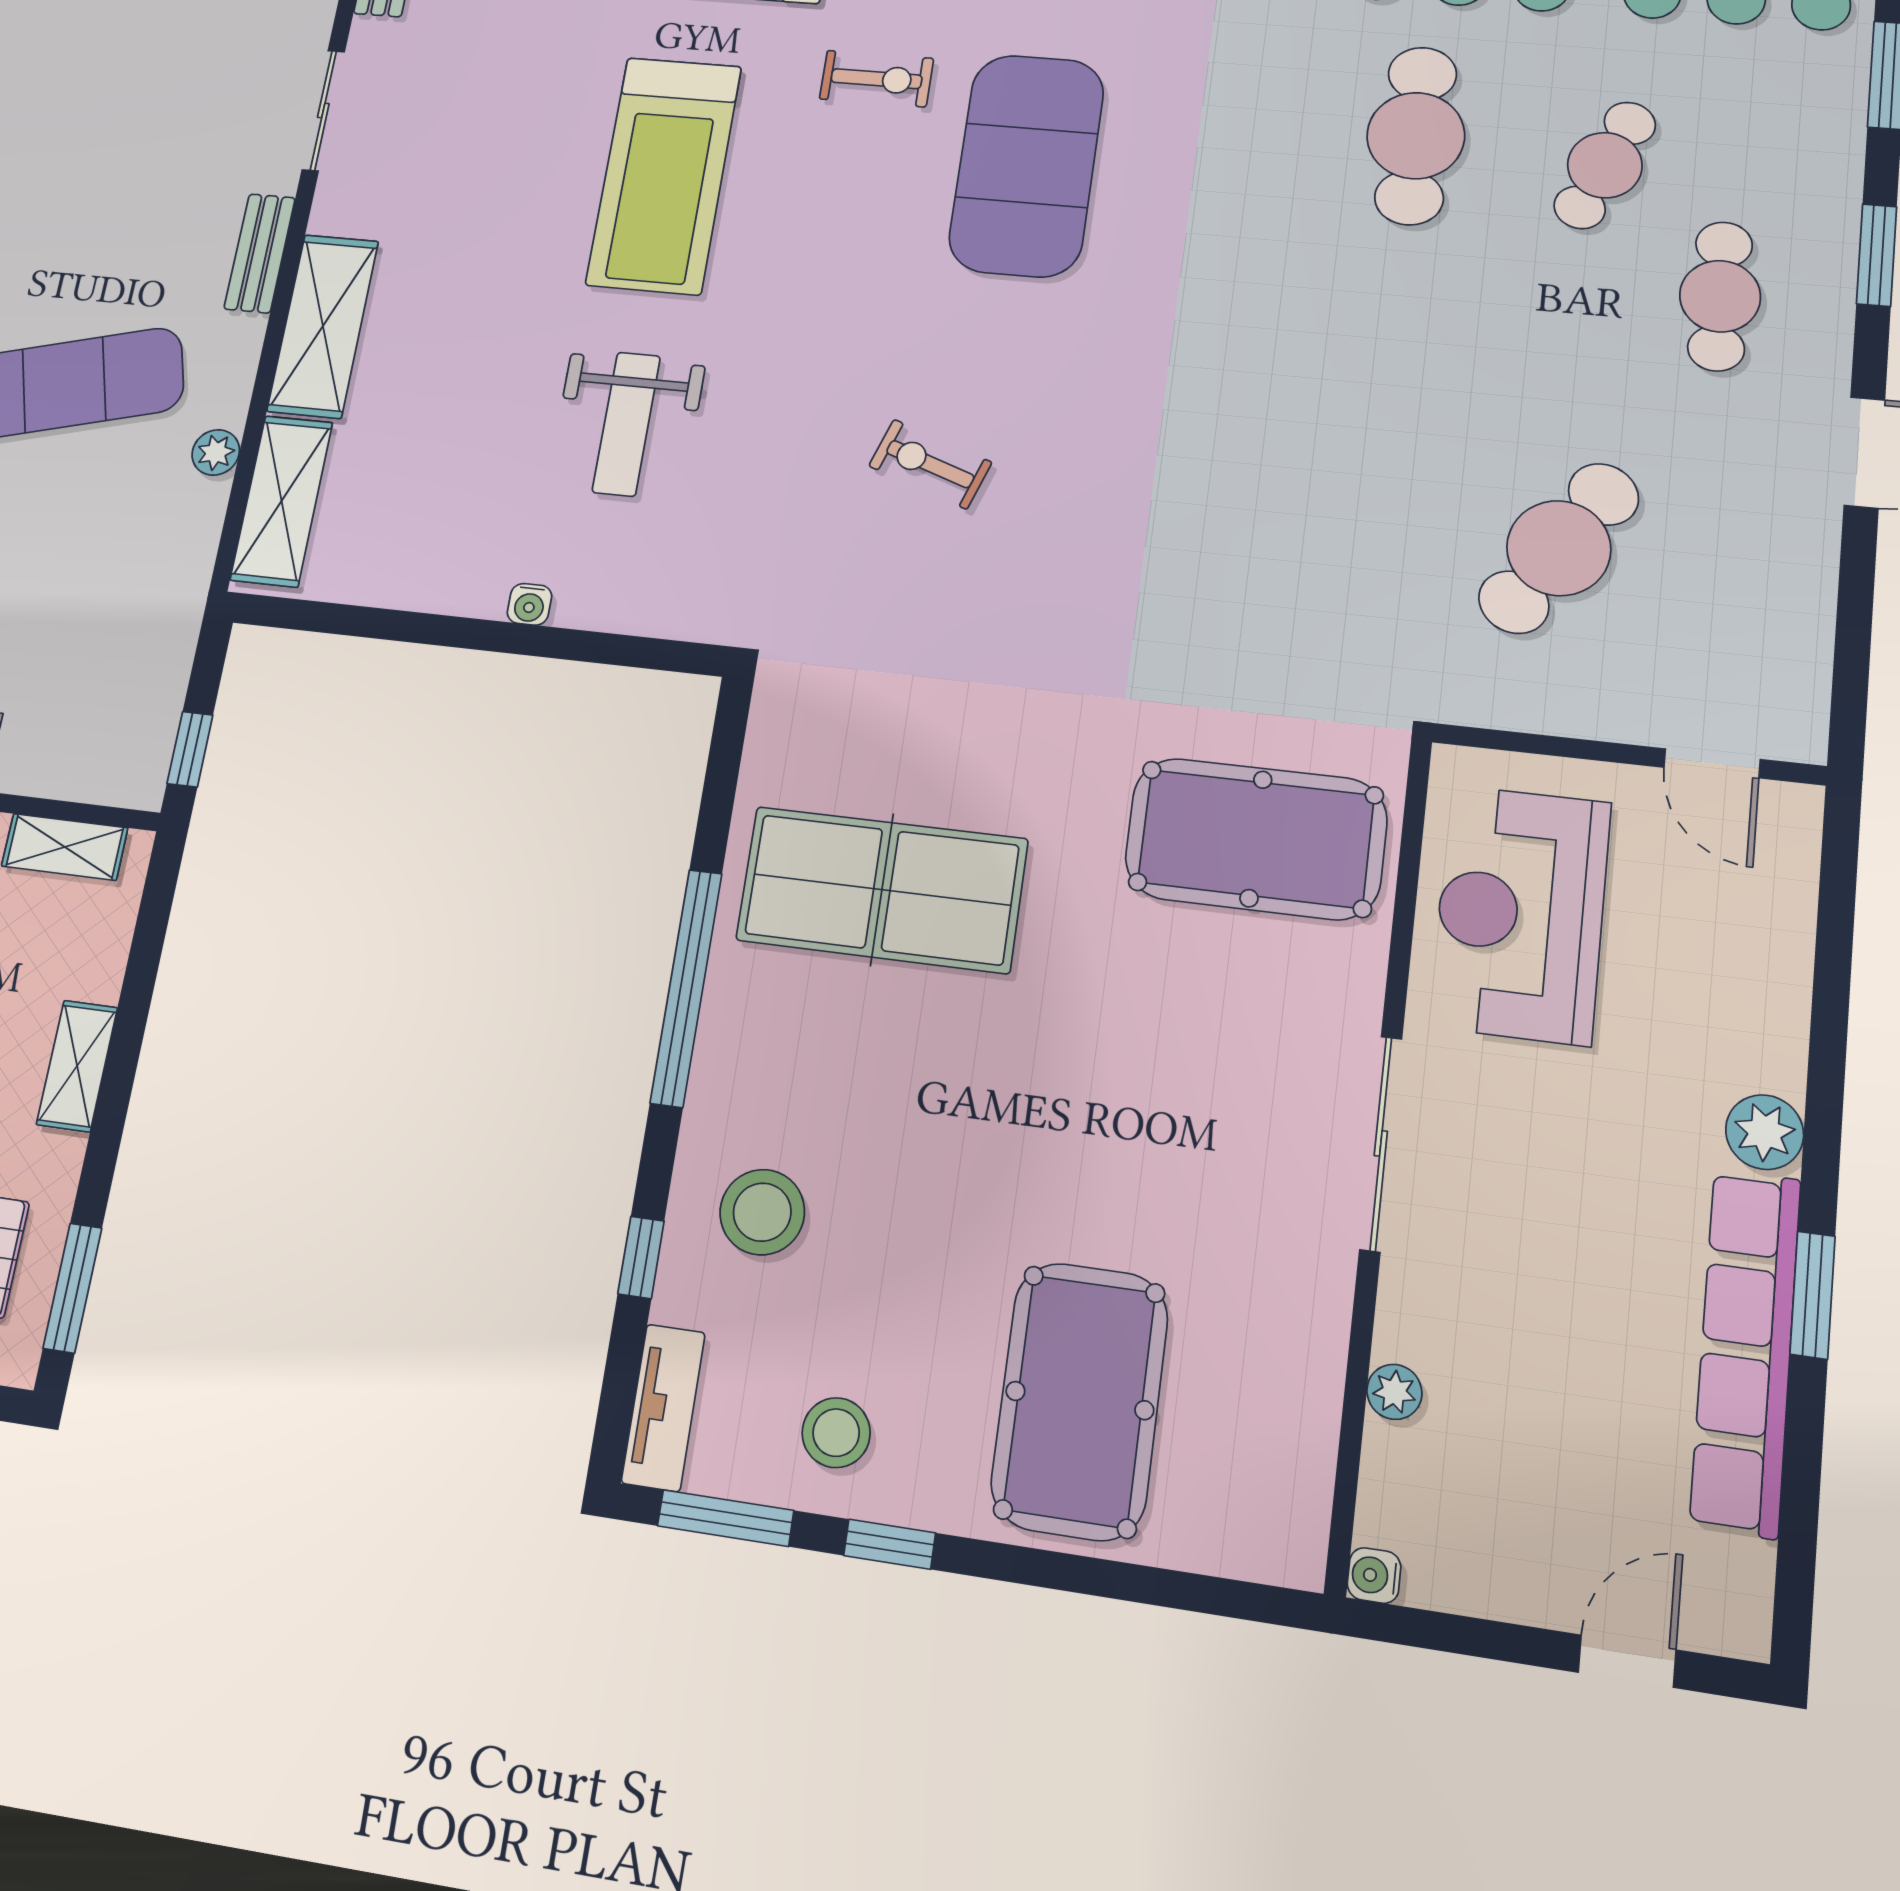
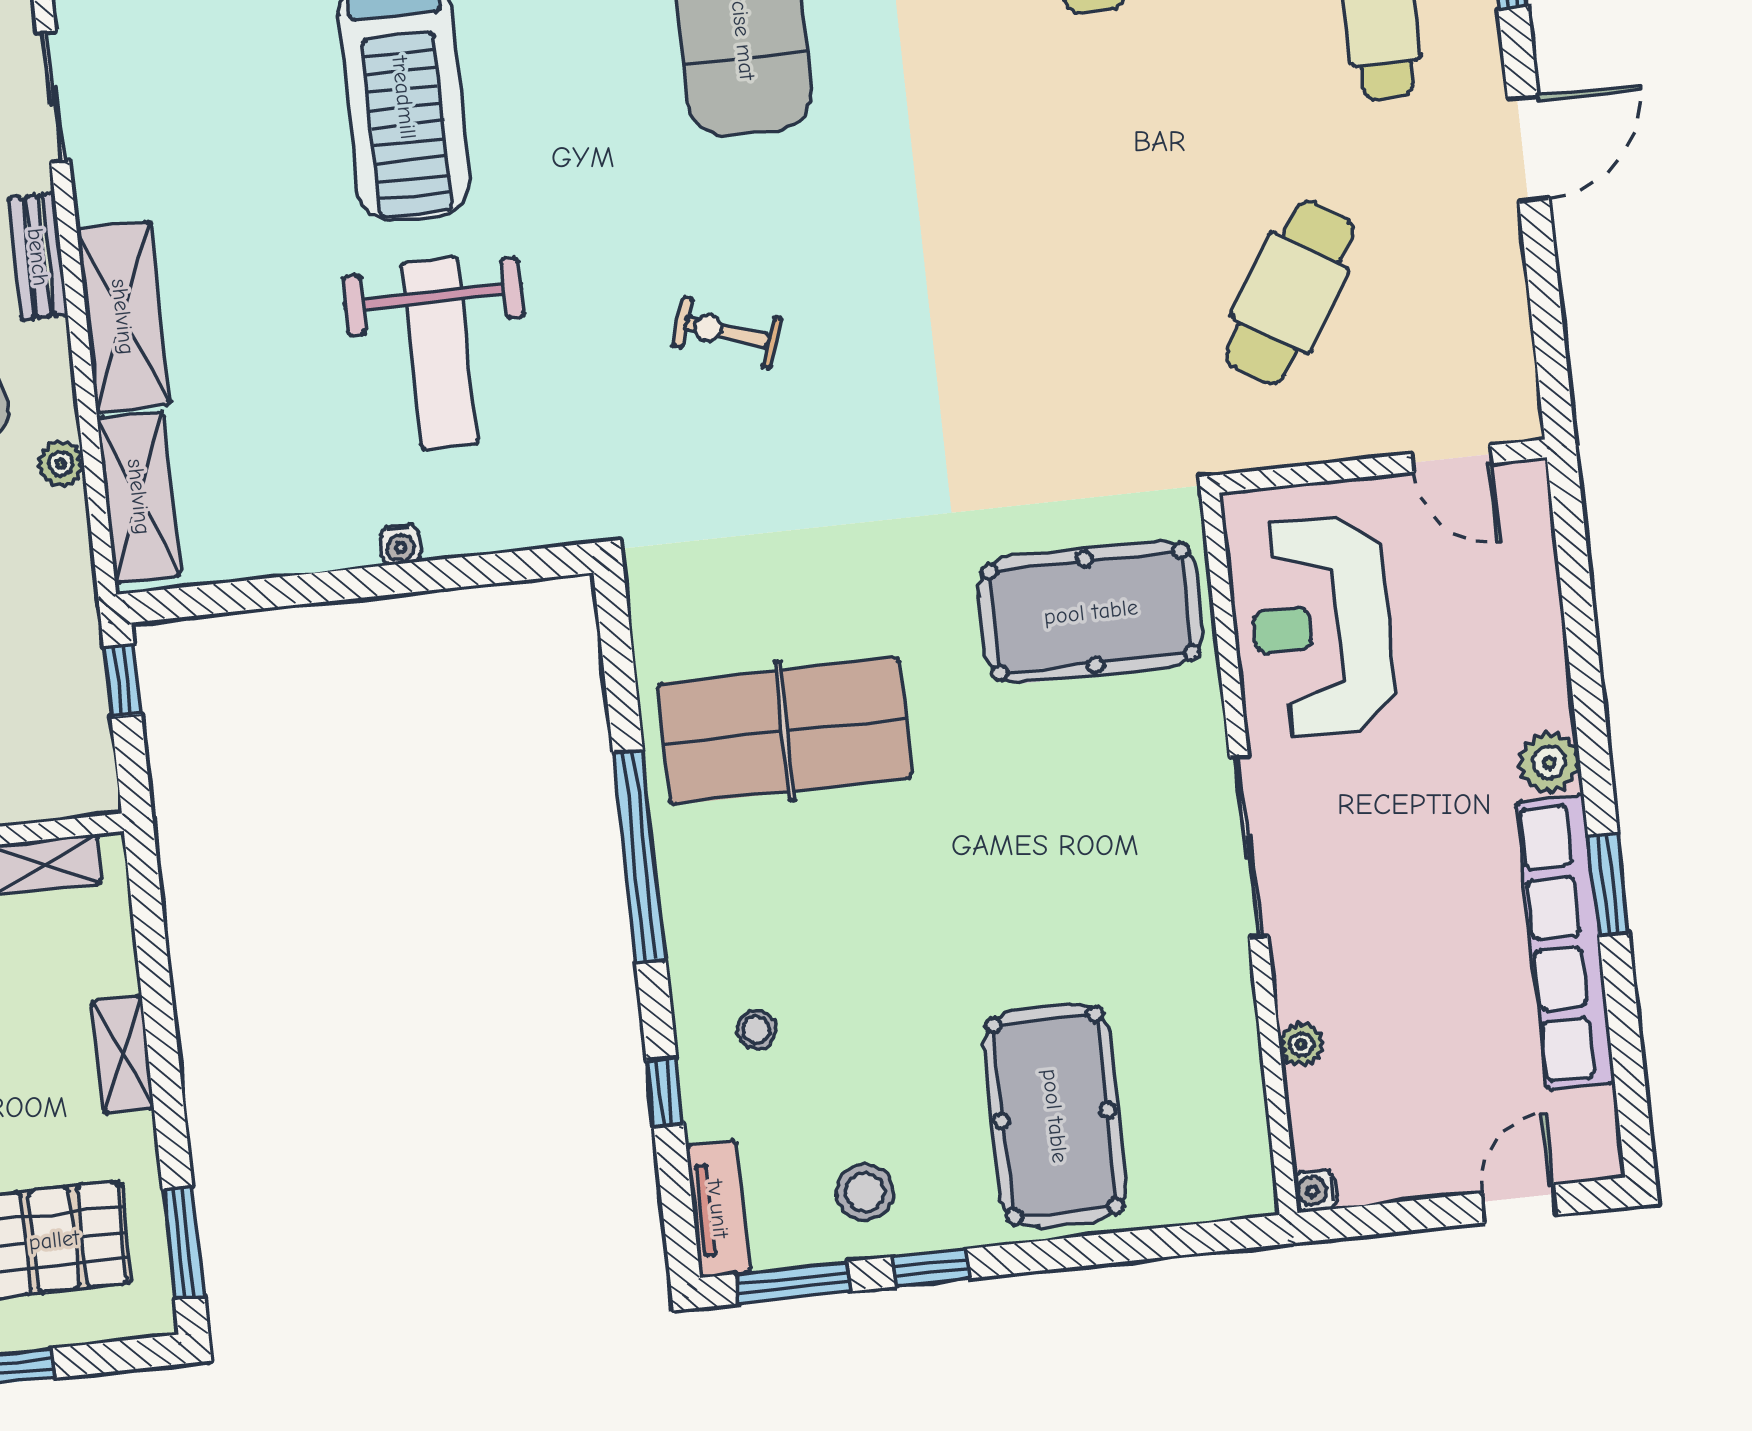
weight bench: (626, 424) -> (439, 353), width x1.36, depth x1.33
window: (190, 749) -> (123, 681), moved
stool: (762, 1212) -> (756, 1030), width x0.53, depth x0.53

